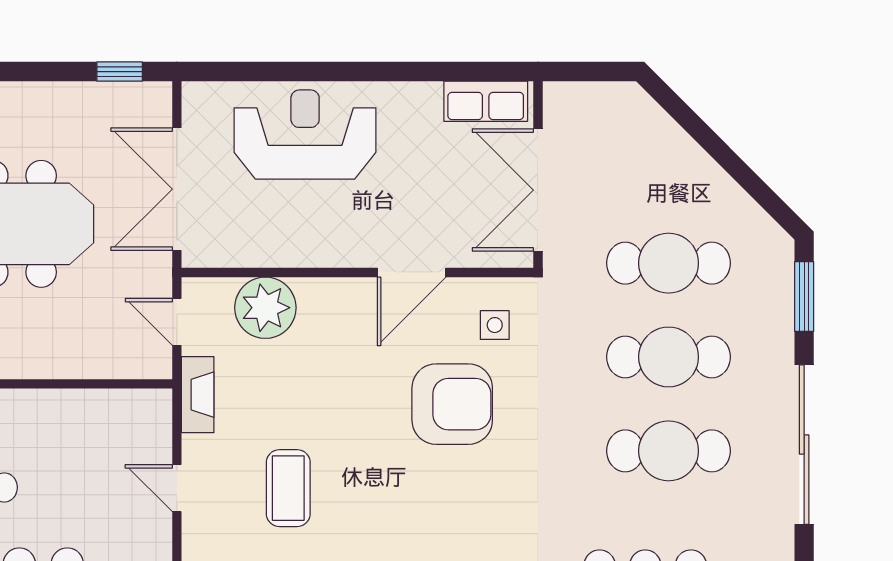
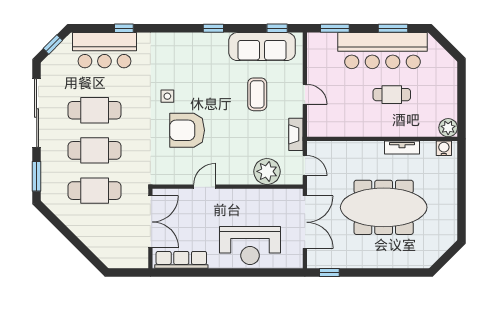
row of seats: (486, 101) -> (181, 260), width x1.48
door: (412, 272) -> (204, 187), width x0.73
side table: (495, 325) -> (167, 96), moved

